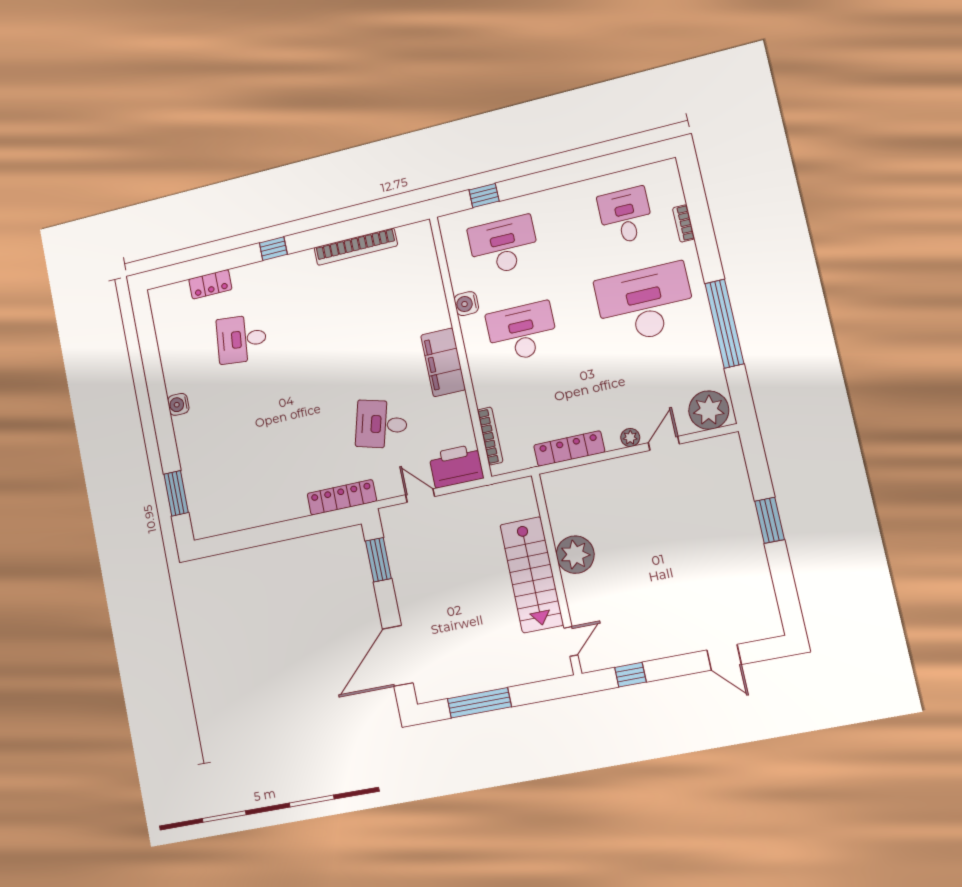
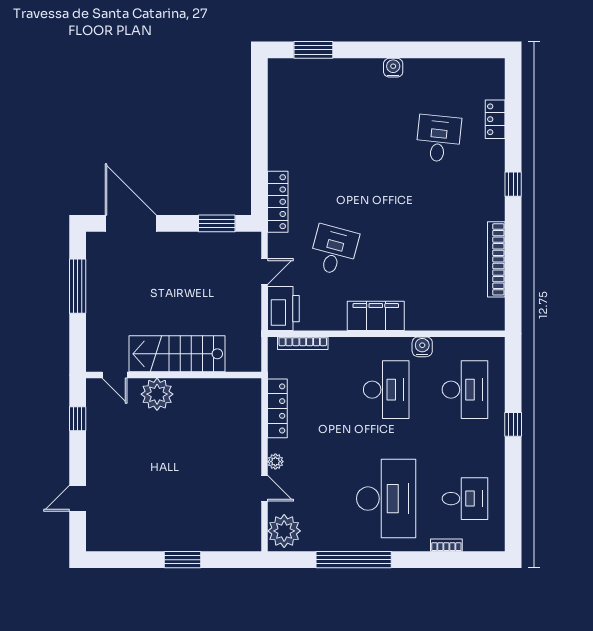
window: (484, 196) -> (513, 424), moved
plant: (575, 555) -> (157, 394), moved

